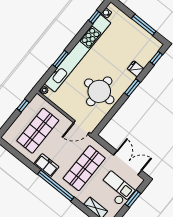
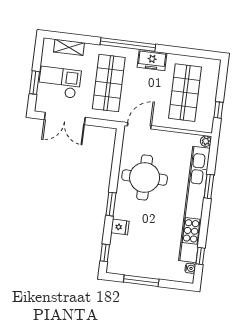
checkout: (116, 189) -> (60, 82), turned 180

